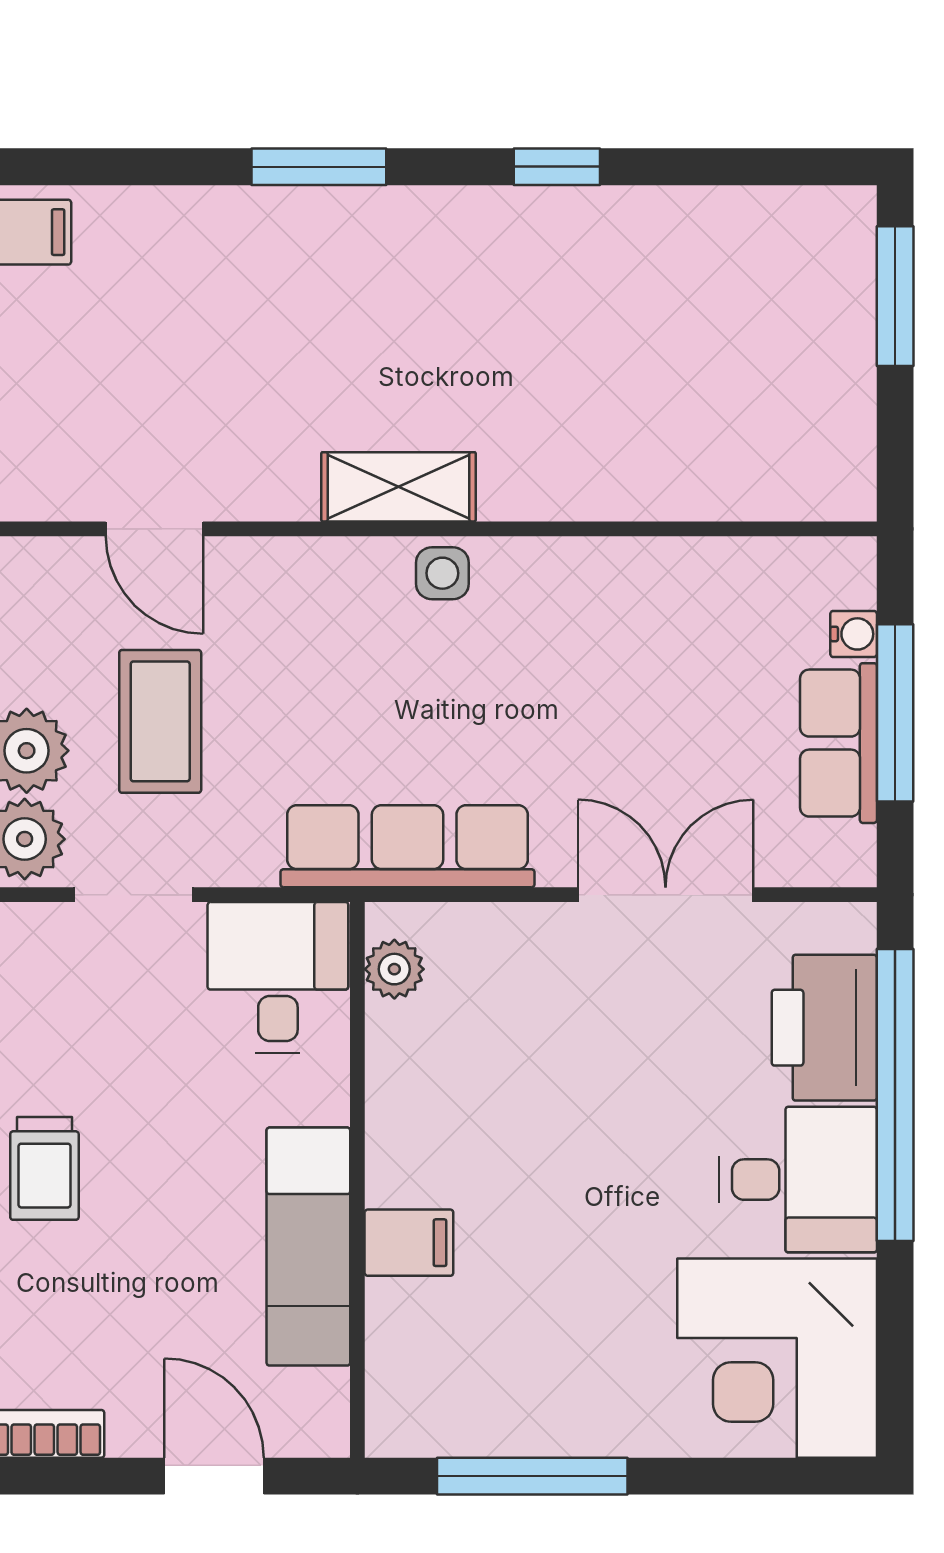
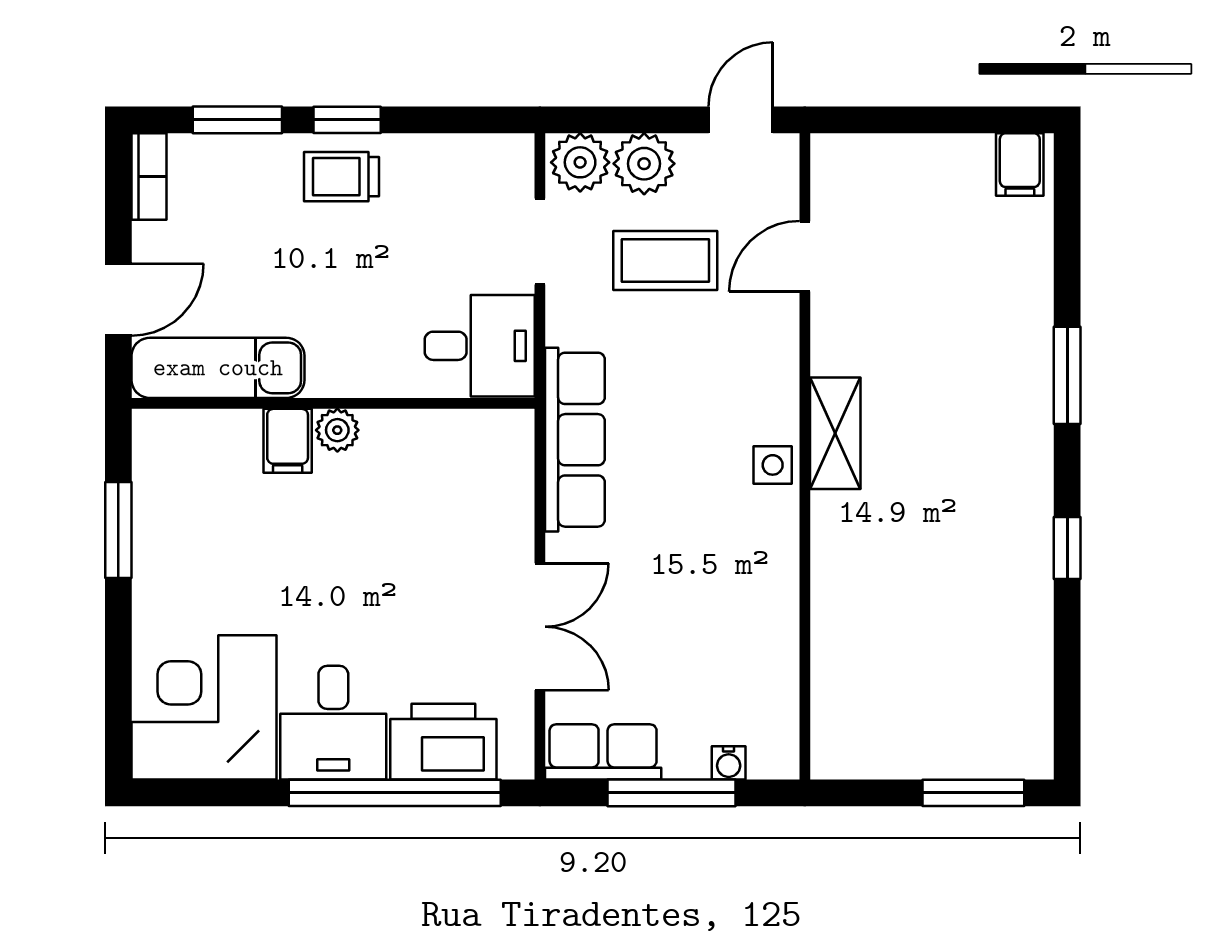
row of seats: (838, 743) -> (603, 752), moved
plant: (394, 969) -> (337, 430), moved
exam couch: (308, 1247) -> (218, 368), moved
window: (532, 1476) -> (118, 530), width x0.69

